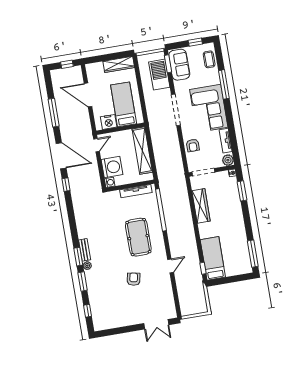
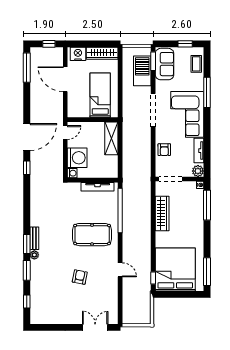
window: (54, 113) -> (27, 68), moved
nightstand: (109, 122) -> (78, 54), moved, turned 180
shelving: (142, 151) -> (111, 138), width x0.68
door: (61, 156) -> (27, 137), hinge flipped
window: (242, 191) -> (207, 205), width x1.44
pool table: (138, 237) -> (92, 235), turned 90
bed: (213, 258) -> (175, 270), width x2.04
door: (171, 266) -> (120, 270), hinge flipped
double door: (156, 324) -> (95, 327), swing flipped

